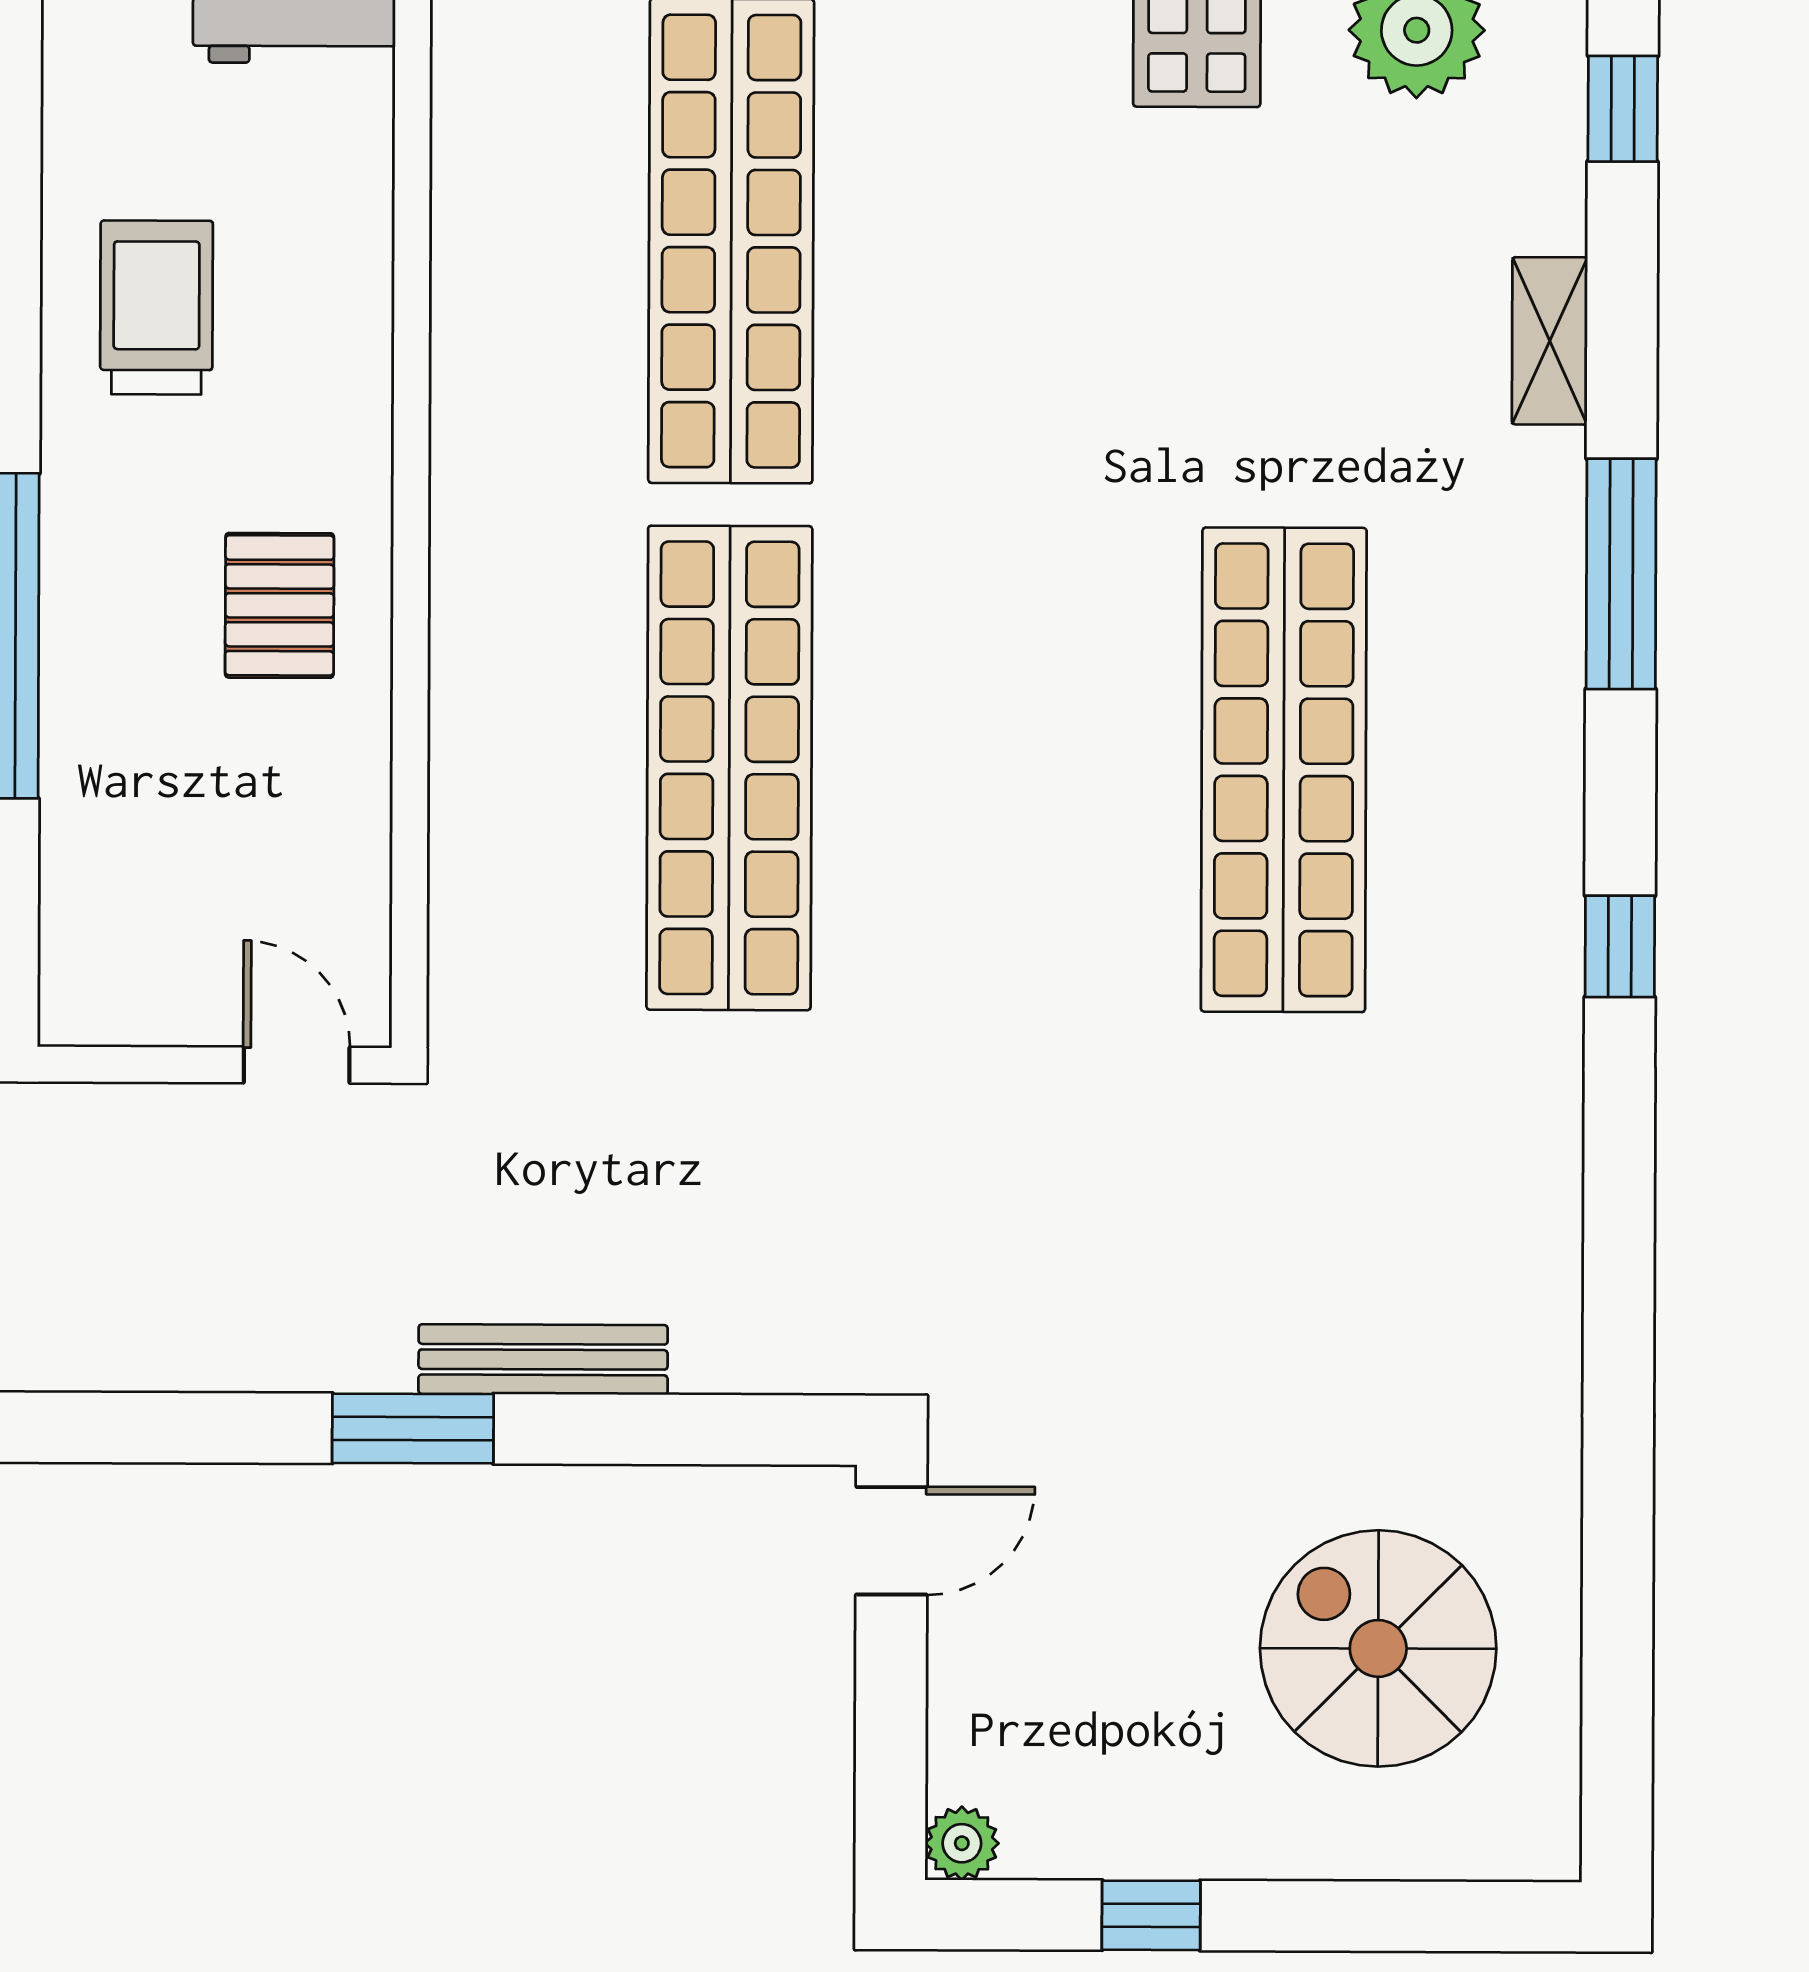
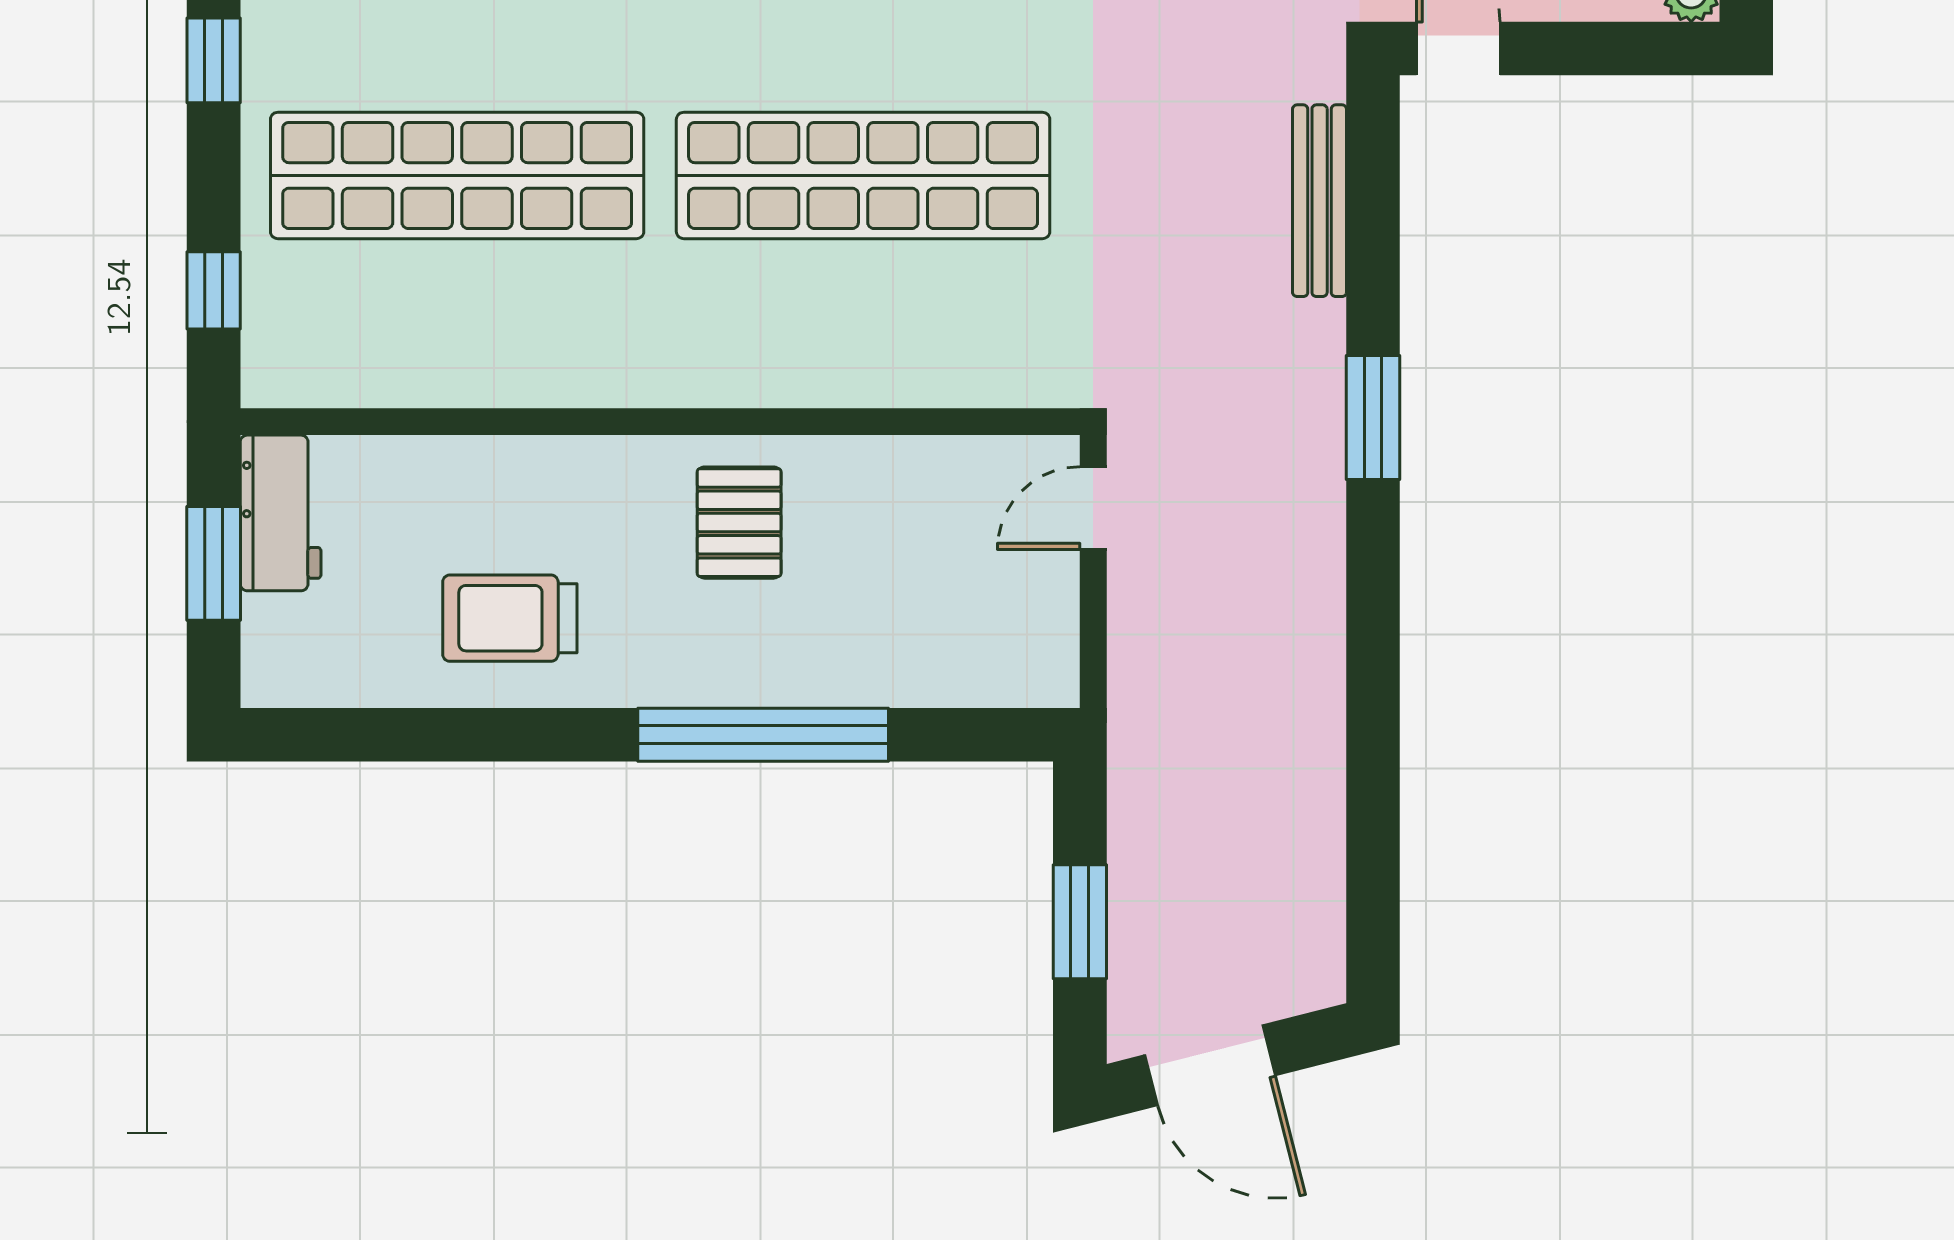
pallet: (280, 605) -> (739, 523), turned 90
bench: (543, 1360) -> (1320, 201), moved

